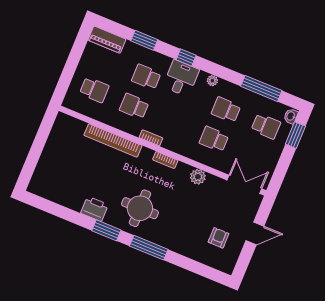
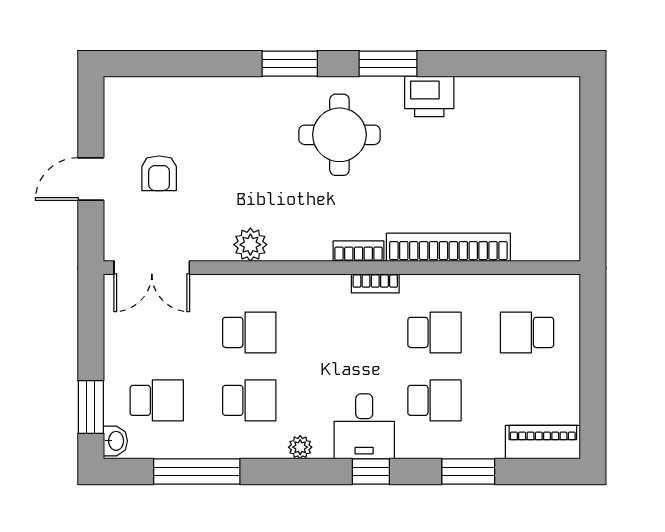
school desk: (266, 126) -> (157, 400), turned 180
bookcase: (165, 160) -> (359, 251), moved
armchair: (219, 238) -> (159, 173), moved
window: (149, 248) -> (290, 64), width x0.69

